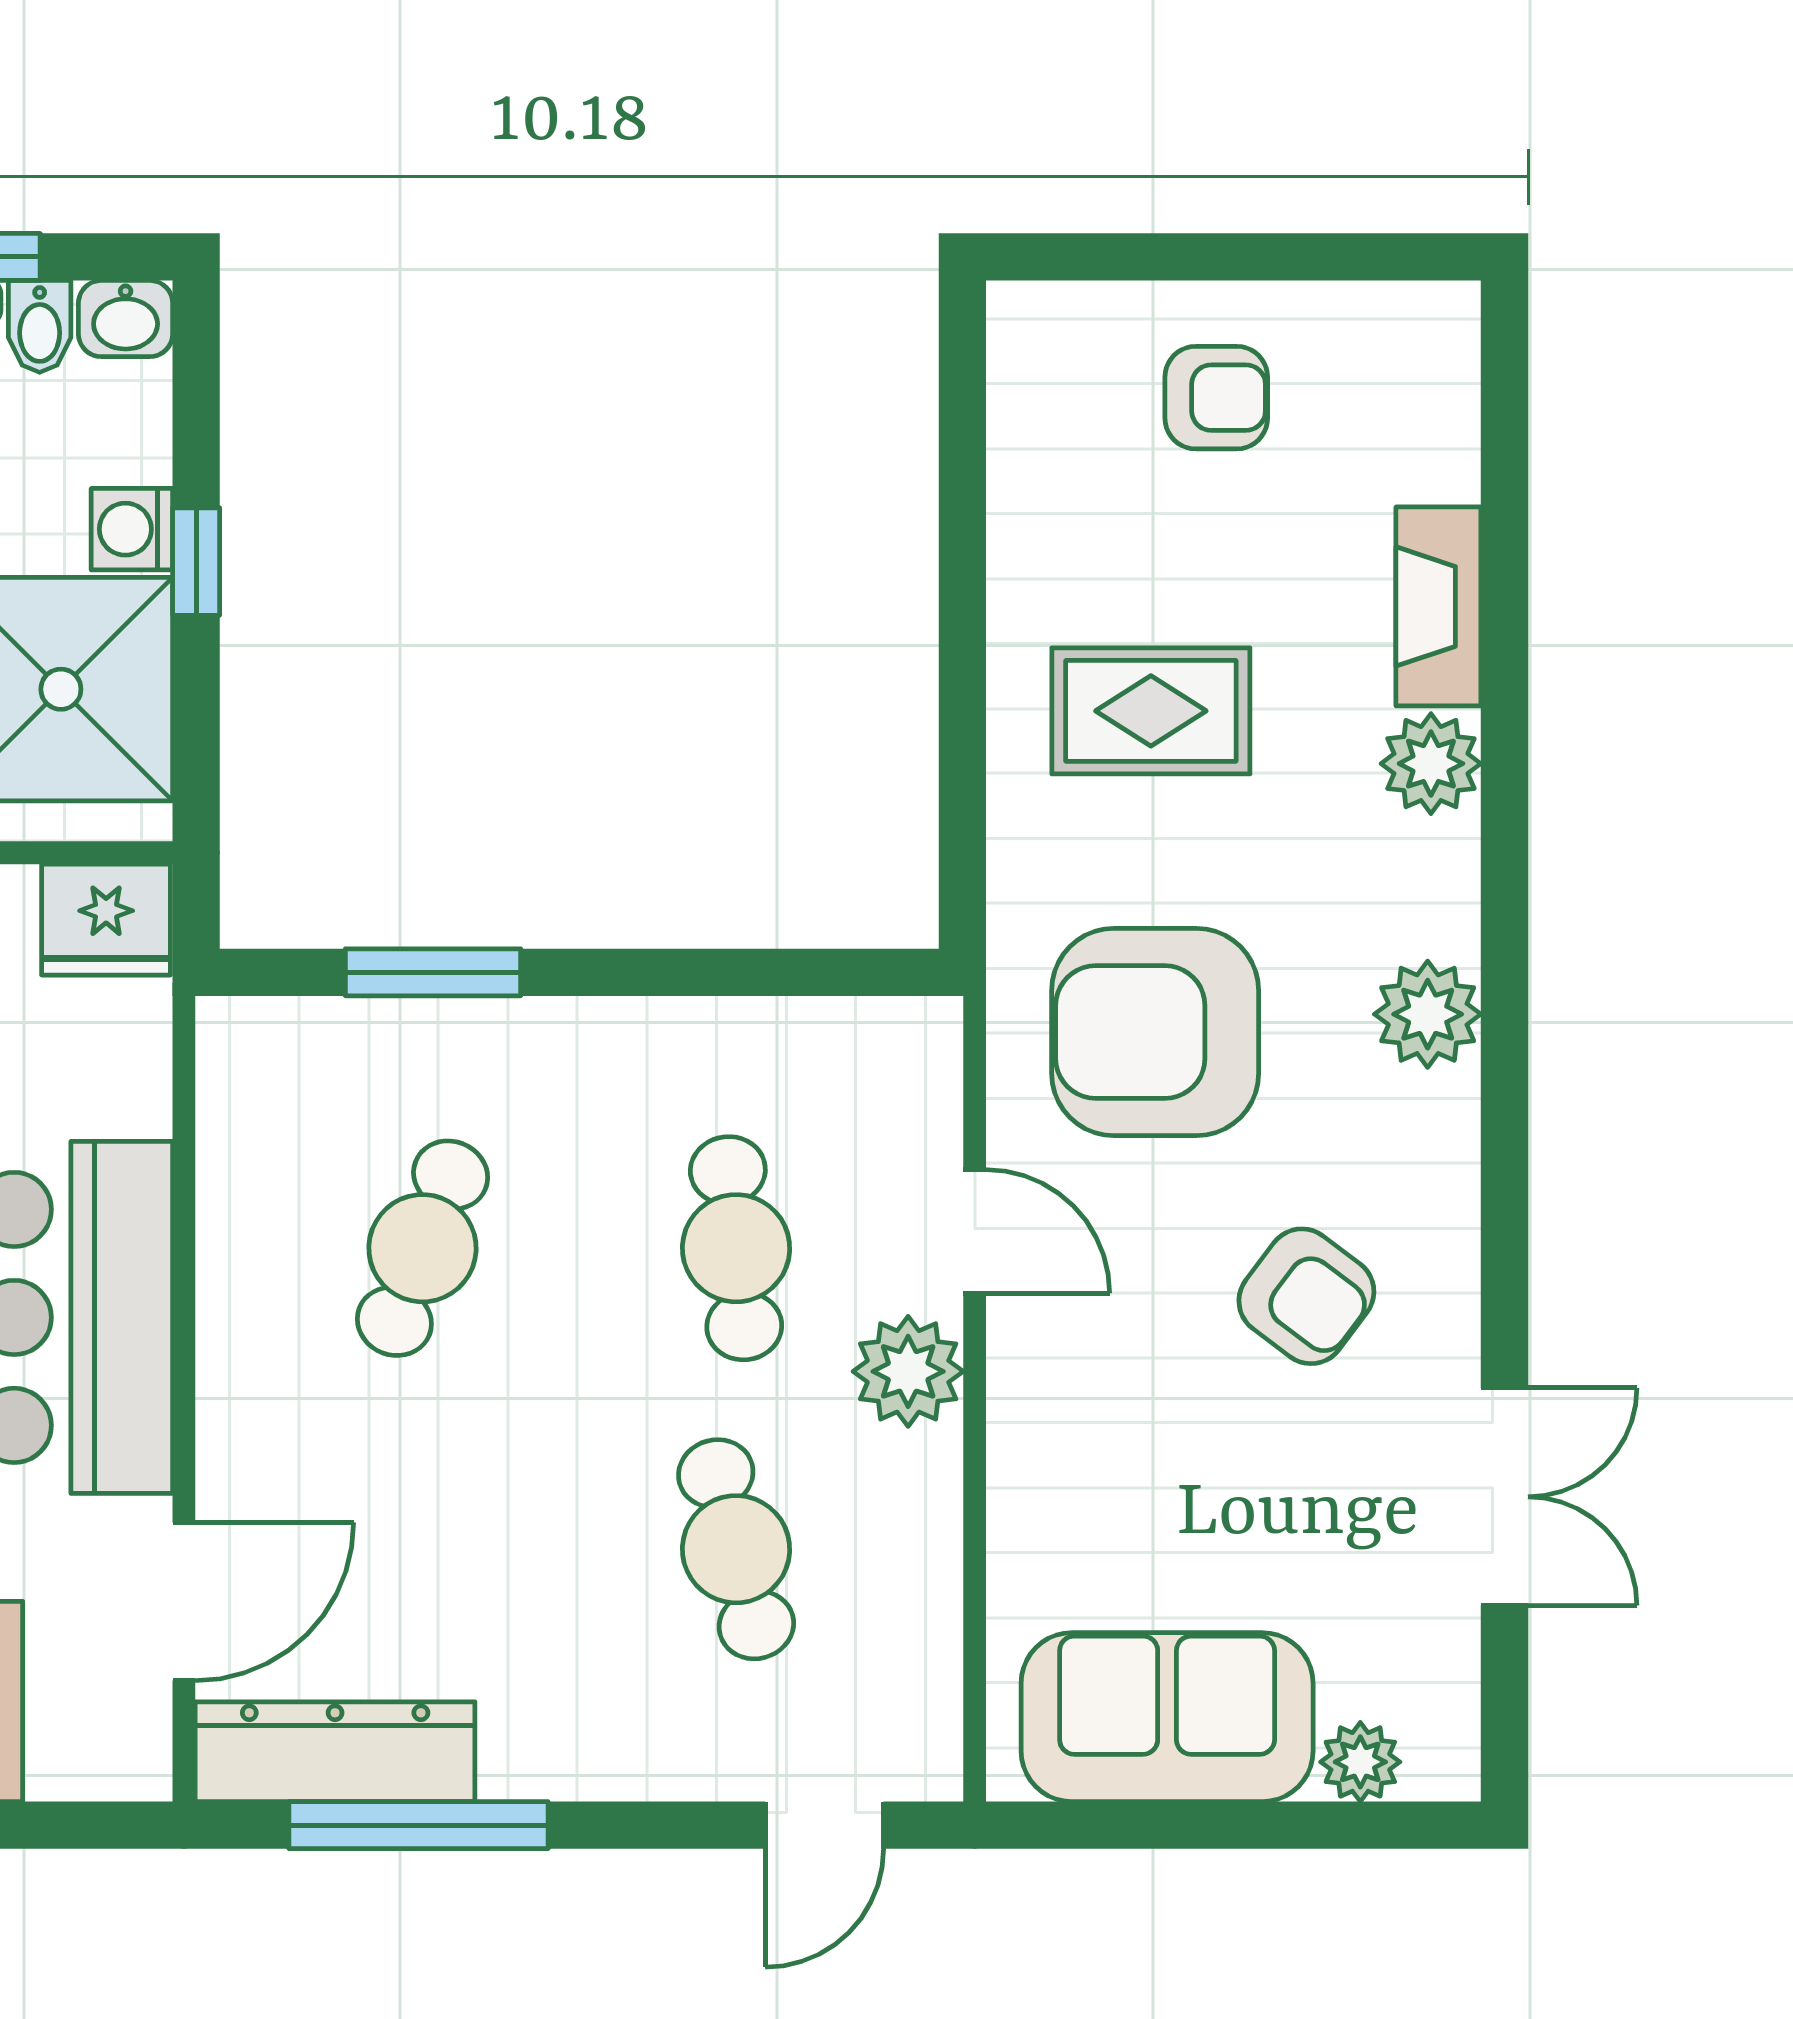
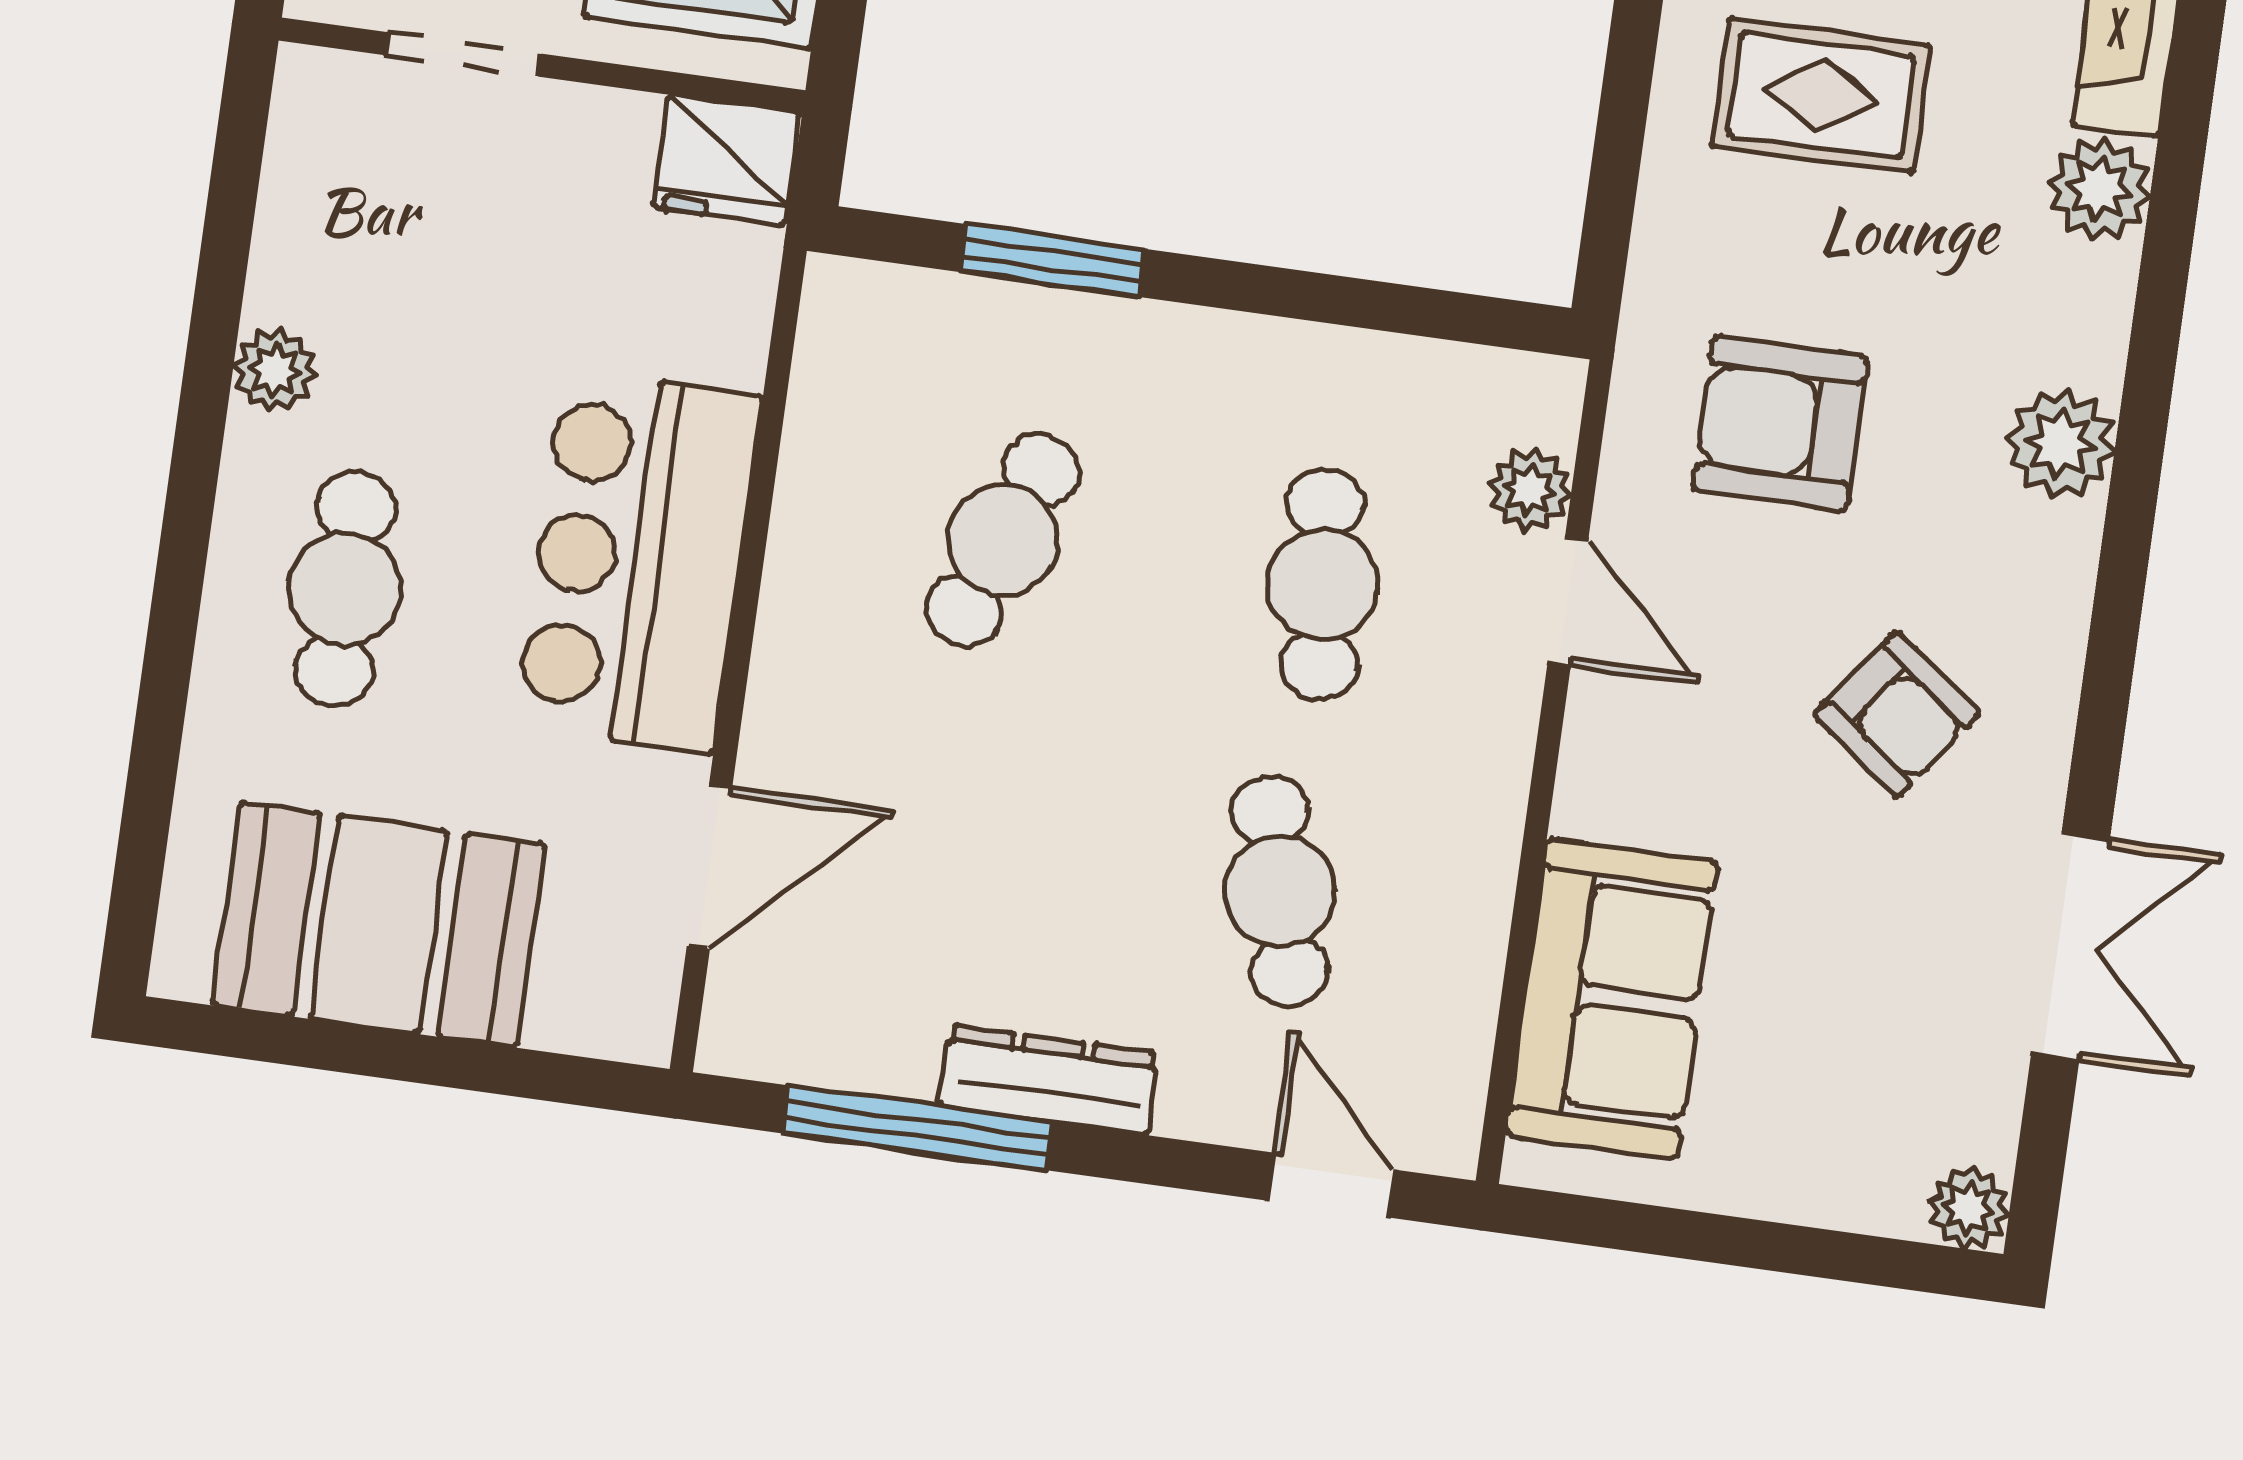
armchair: (1155, 1032) -> (1780, 423), width x0.73, depth x0.73
plant: (908, 1371) -> (1530, 490), moved, width x0.73, depth x0.73
sofa: (1167, 1717) -> (1612, 999), moved, turned 90
dresser: (335, 1752) -> (1049, 1080), moved, width x0.73, depth x0.80
plant: (1360, 1762) -> (1969, 1208), moved
door: (824, 1825) -> (1331, 1185), swing flipped

